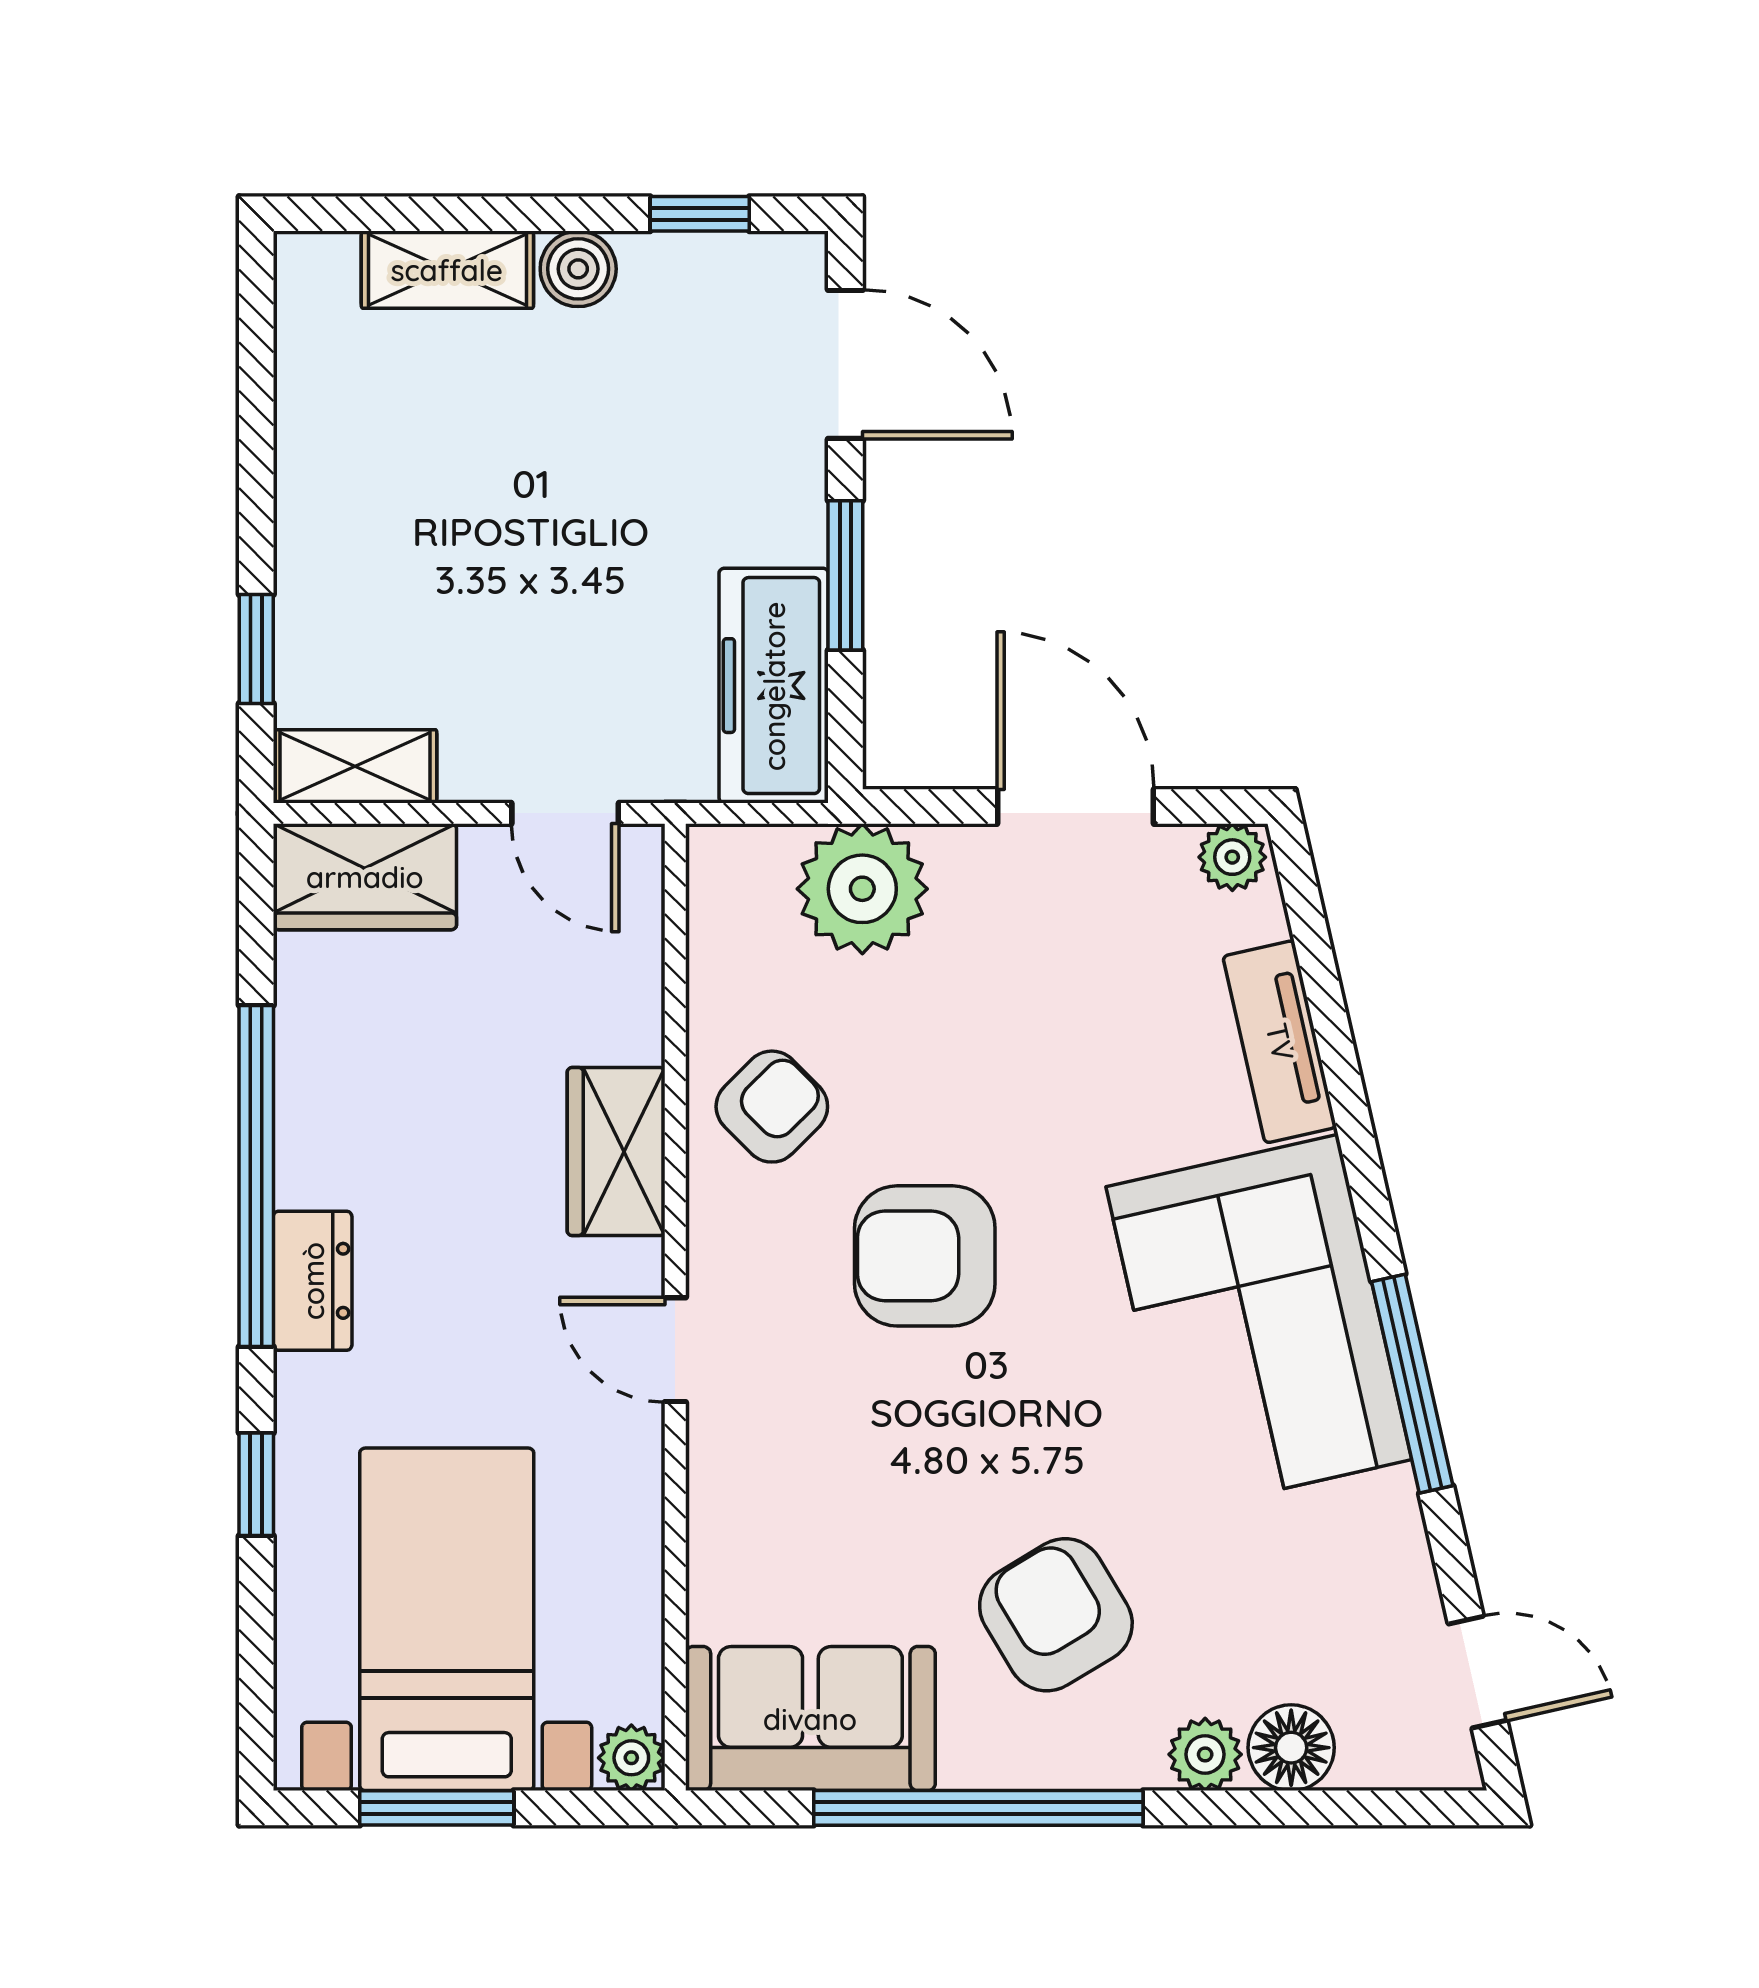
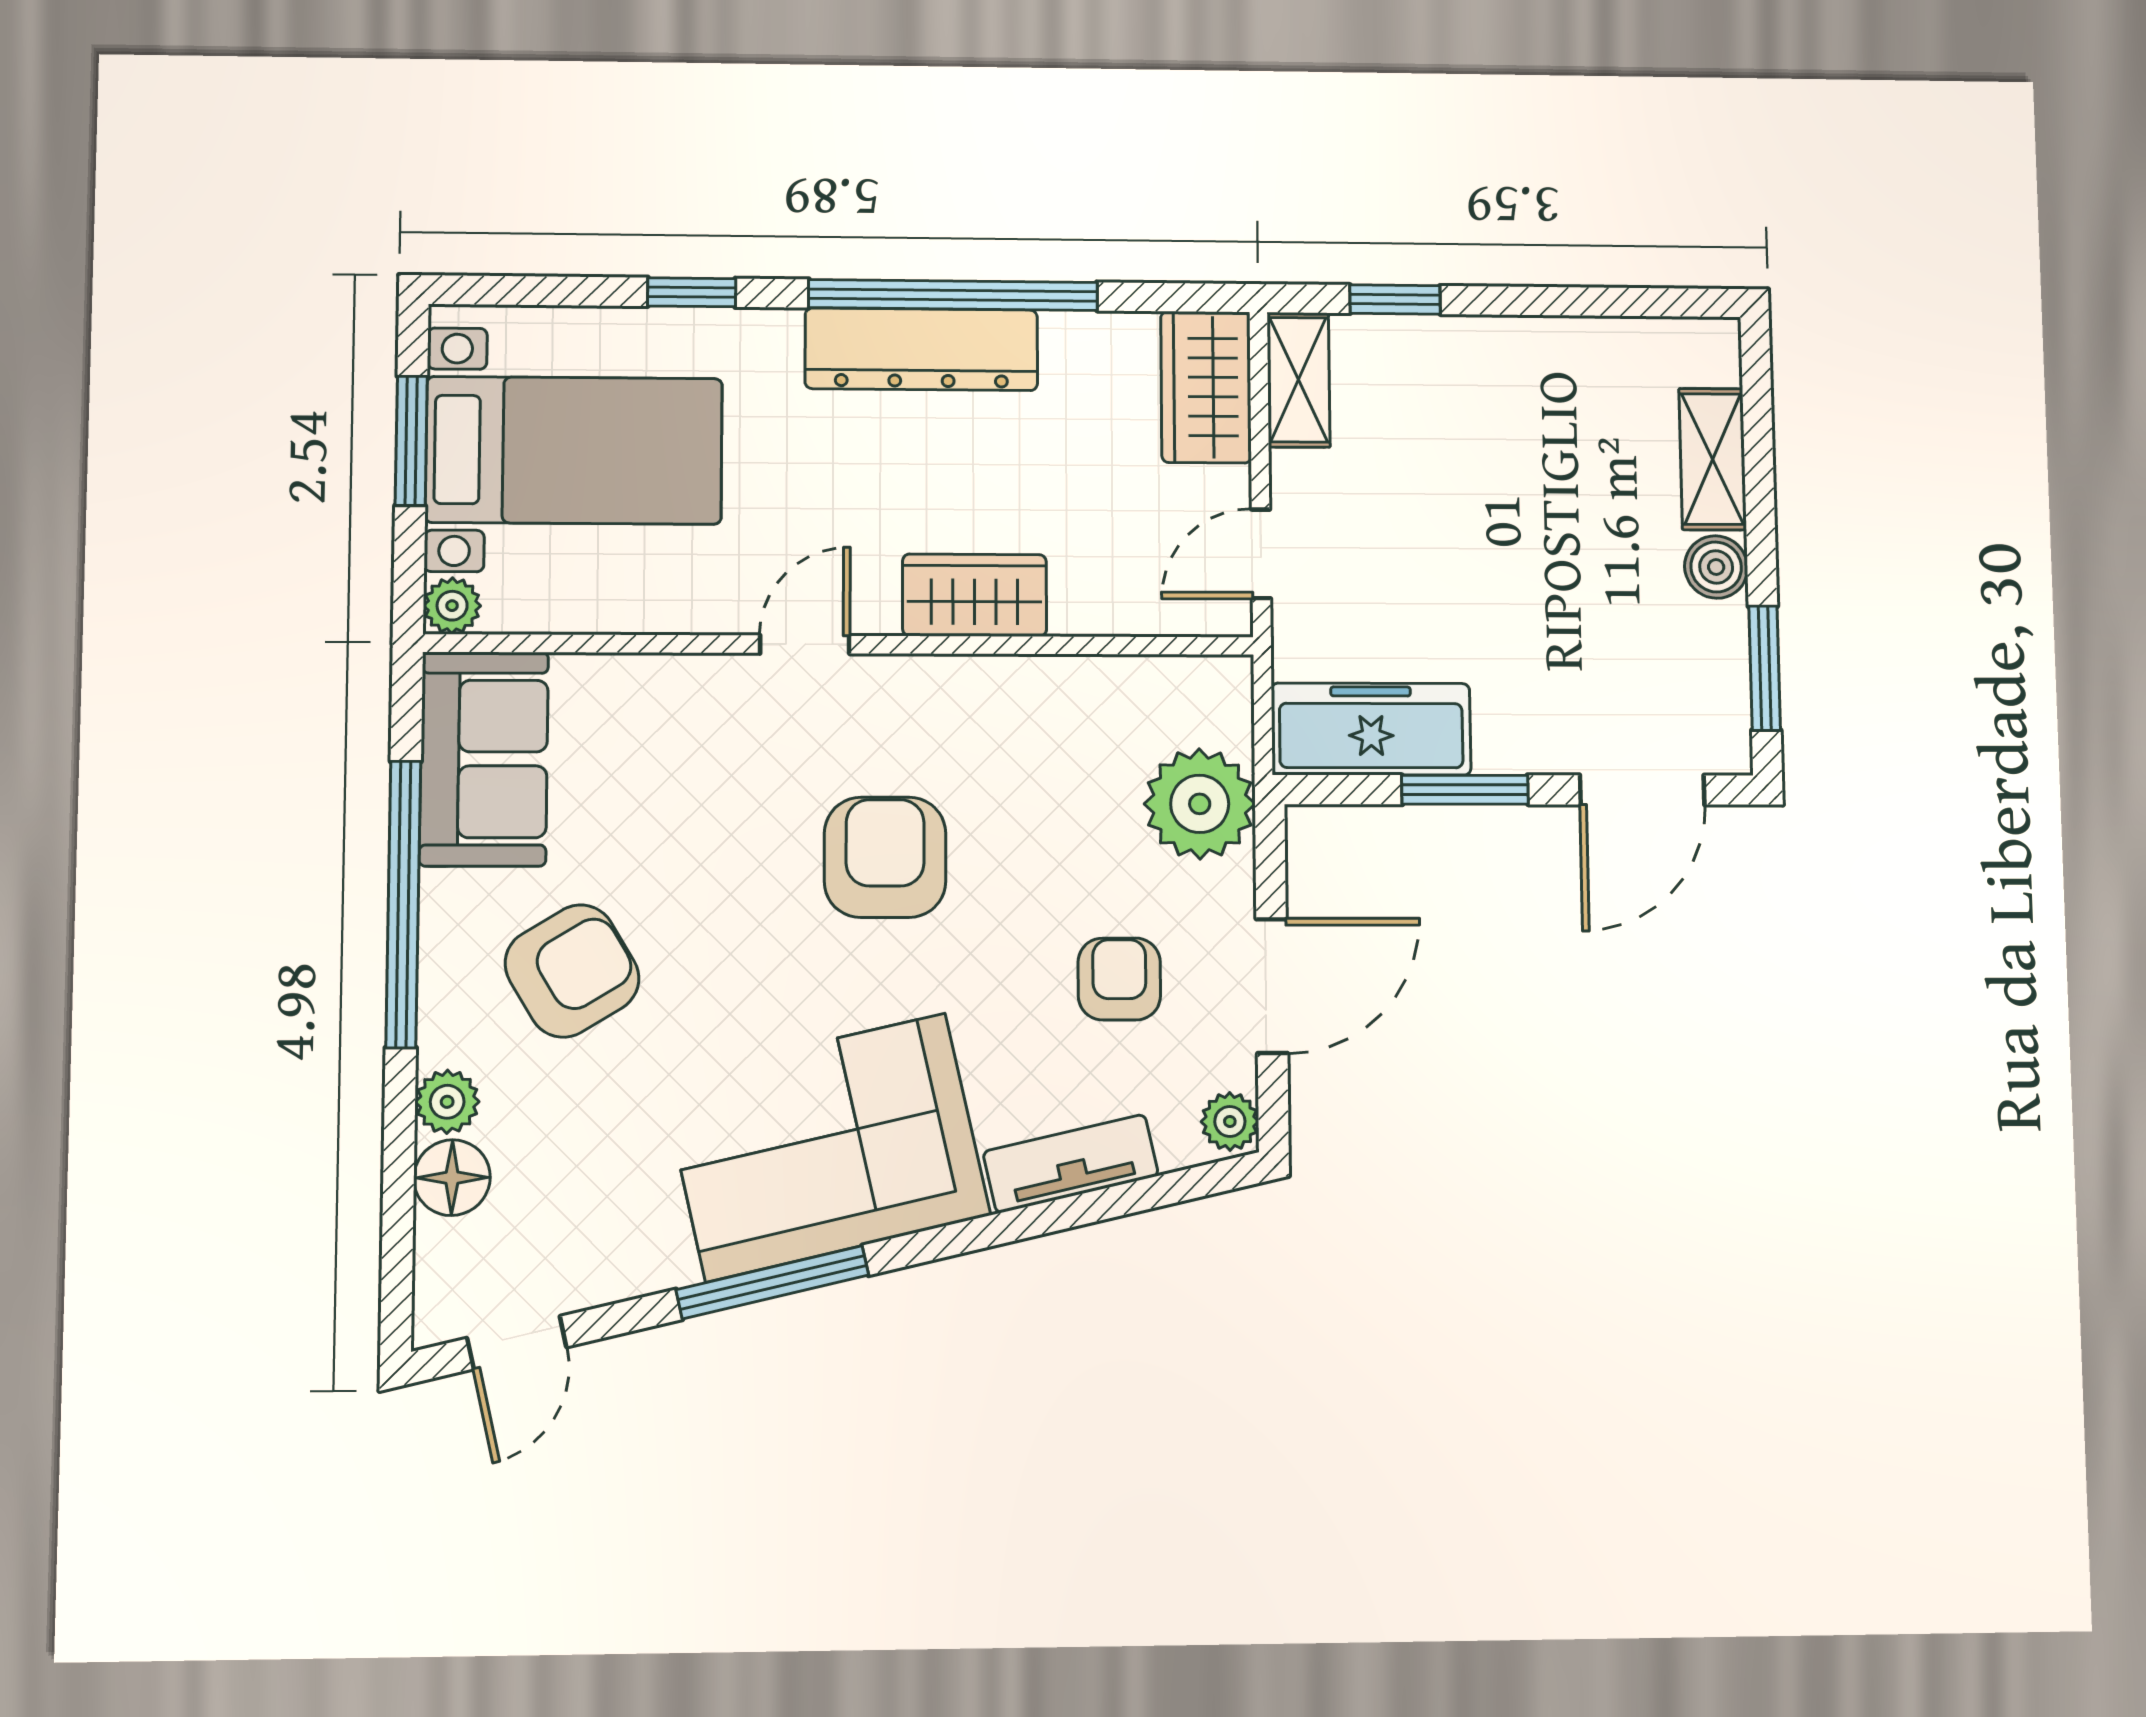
window: (700, 214) -> (1765, 668), width x1.50
armchair: (772, 1107) -> (1119, 979), moved, turned -135
dresser: (313, 1281) -> (921, 349), width x1.96, depth x1.24

